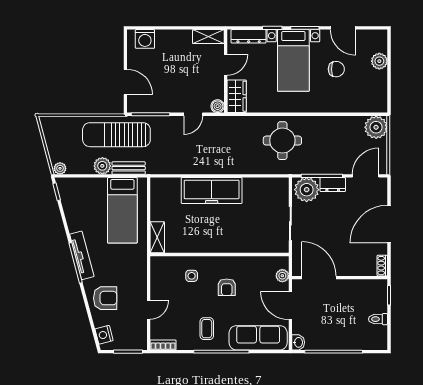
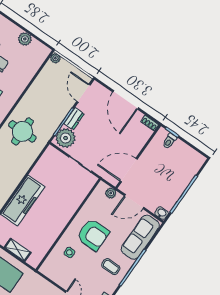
plant: (379, 61) -> (25, 39), moved
plant: (376, 127) -> (55, 58), width x0.53, depth x0.53
shelving: (157, 237) -> (18, 250), moved
armchair: (227, 287) -> (93, 235), width x1.88, depth x1.88
toilet: (378, 319) -> (169, 141), moved

